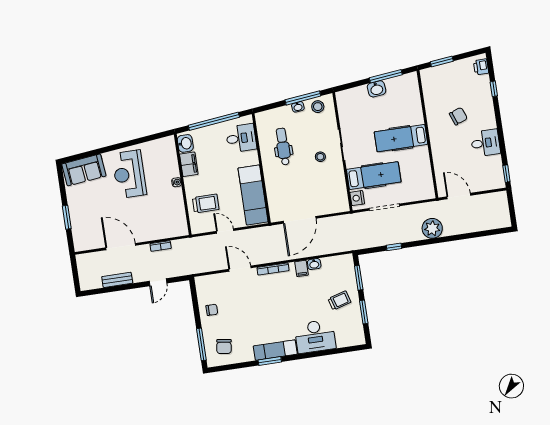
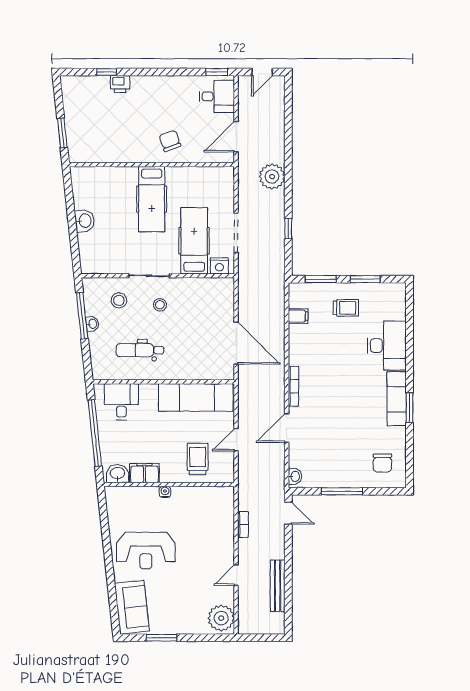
printer: (481, 67) -> (120, 84), moved
window: (386, 76) -> (70, 207), removed
stool: (318, 107) -> (119, 300), moved
chair: (458, 116) -> (170, 141), moved
desk: (485, 143) -> (217, 96), moved, turned 90
door: (512, 209) -> (262, 72), added
window: (67, 217) -> (162, 638), moved
plant: (86, 240) -> (221, 618), added
door: (121, 247) -> (236, 575), width x0.53
washbasin: (314, 264) -> (295, 476), moved
filing cabinet: (301, 268) -> (298, 316), moved
bench: (117, 280) -> (278, 586), width x1.36
door: (158, 282) -> (288, 513), moved
trolley: (339, 300) -> (346, 308), turned 106
chair: (212, 310) -> (334, 471), removed
window: (201, 344) -> (342, 491), moved
chair: (224, 347) -> (382, 463), turned 82

